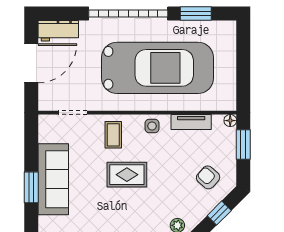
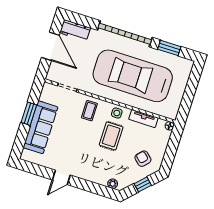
door: (31, 63) -> (50, 46), hinge flipped
car: (157, 68) -> (133, 76), turned 180
window: (243, 144) -> (173, 144), removed
rug: (127, 175) -> (111, 136), moved, turned 90
window: (31, 187) -> (29, 114), moved

